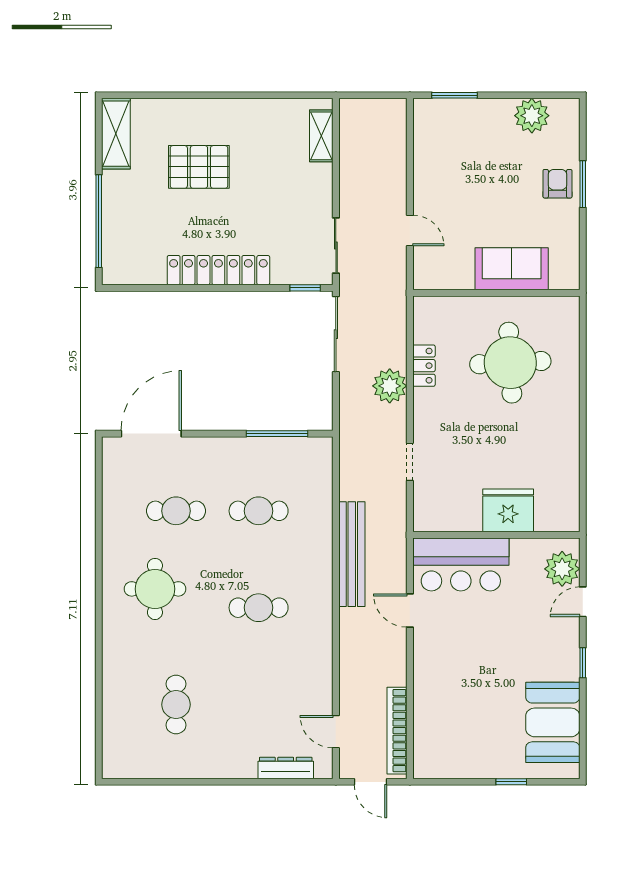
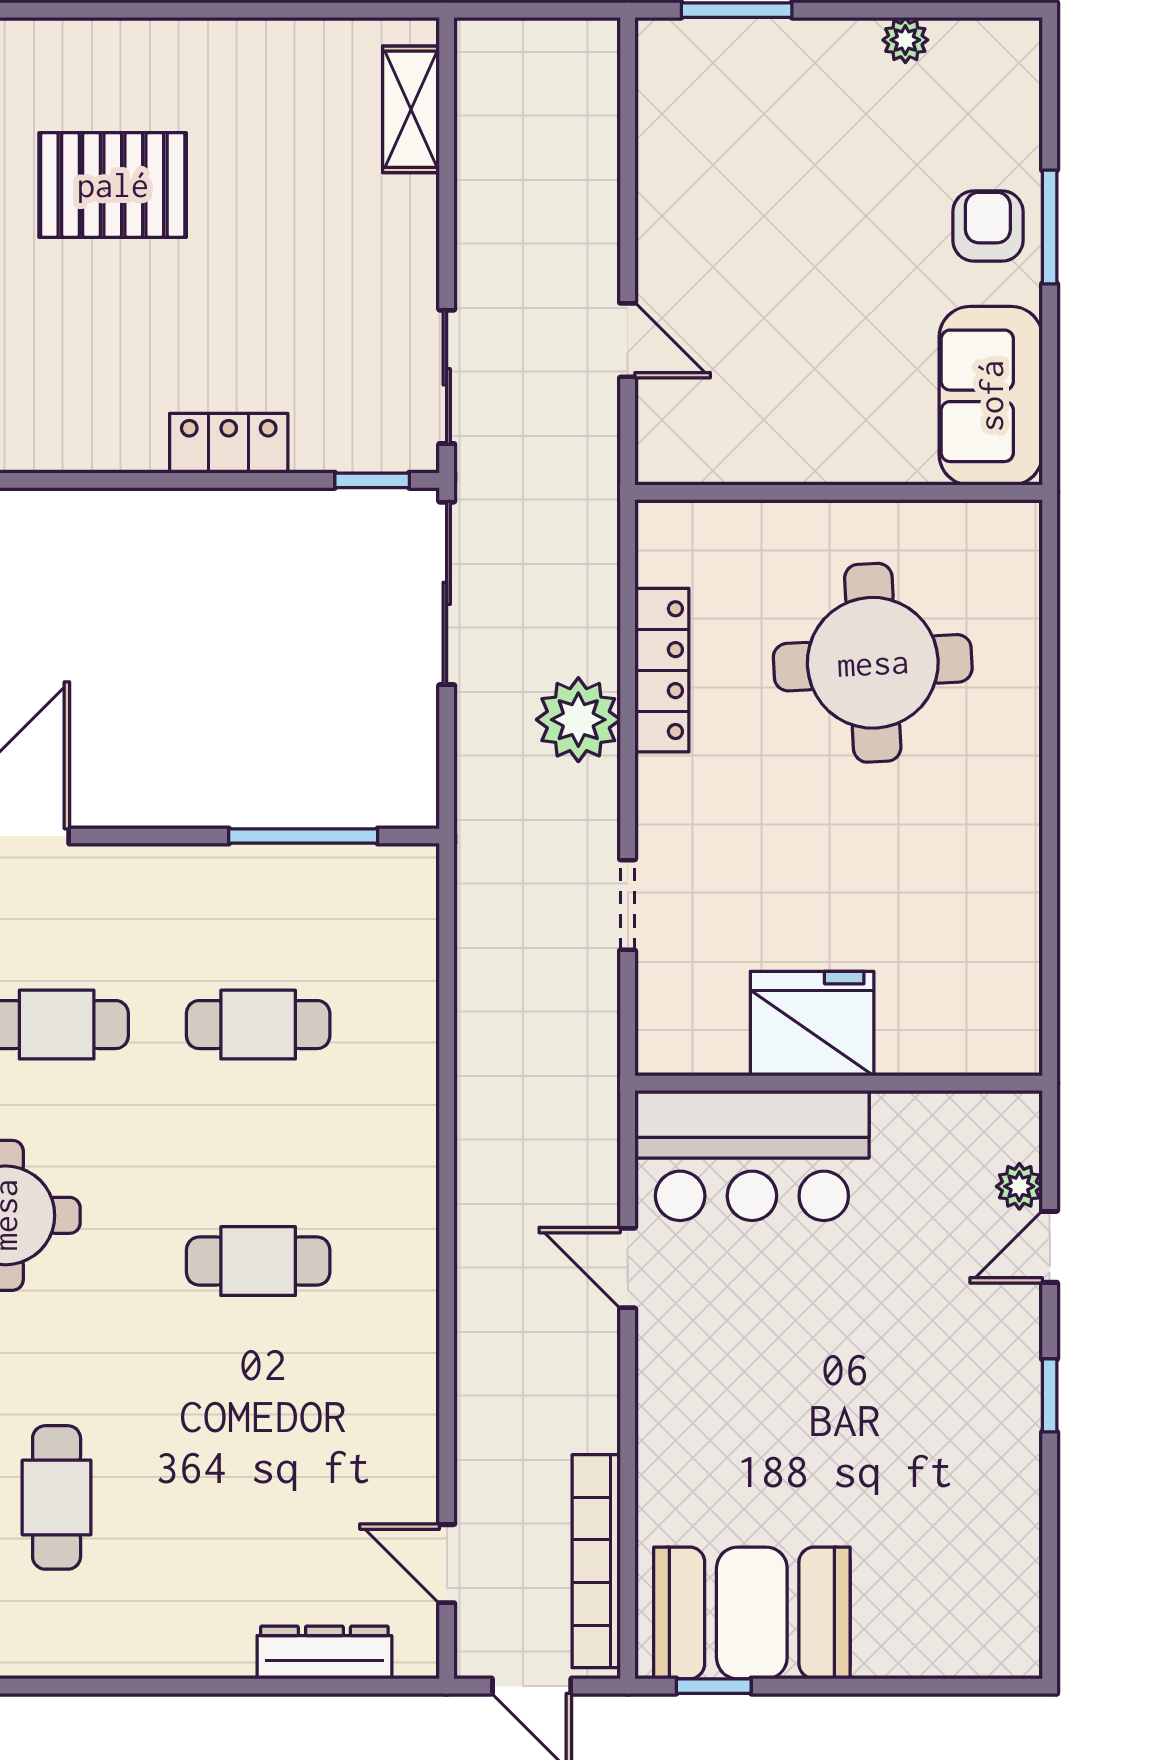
plant: (532, 116) -> (905, 40), width x0.53, depth x0.53
sofa: (512, 269) -> (991, 396), moved, turned -90
locker: (218, 270) -> (229, 443), width x0.46, depth x0.83
locker: (424, 366) -> (662, 670), width x1.53
fridge: (508, 510) -> (812, 1024), moved
bench: (352, 554) -> (486, 1130), removed
plant: (562, 569) -> (1019, 1186), width x0.53, depth x0.53
booth: (553, 722) -> (752, 1613), moved, turned 90
window: (511, 782) -> (714, 1686), moved

